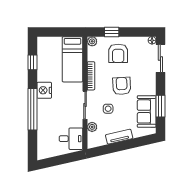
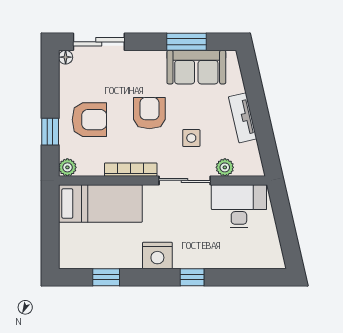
armchair: (122, 86) -> (149, 113), turned 93
window: (32, 109) -> (192, 277), width x0.32
desk: (71, 139) -> (239, 206), width x1.37

